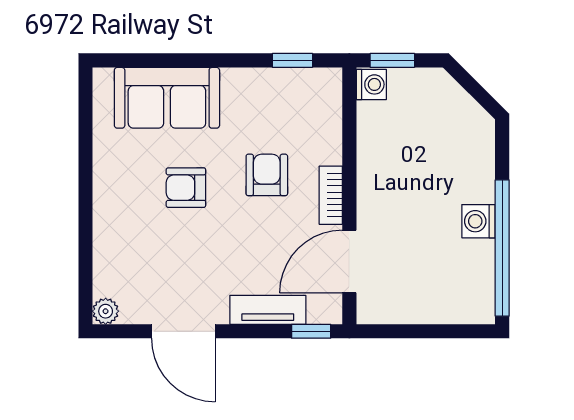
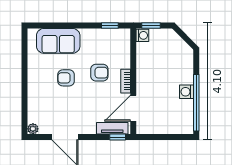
armchair: (267, 175) -> (99, 73), turned 90
tv unit: (268, 310) -> (112, 128), moved

